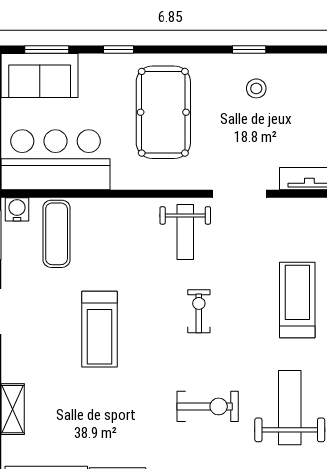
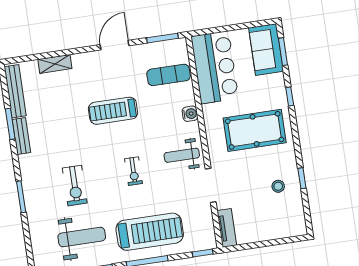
water cooler: (17, 209) -> (190, 114), moved
treadmill: (297, 300) -> (150, 232), width x1.37, depth x1.37
exercise bike: (199, 311) -> (133, 171), turned 90

